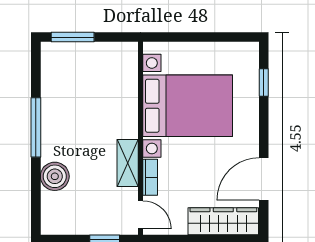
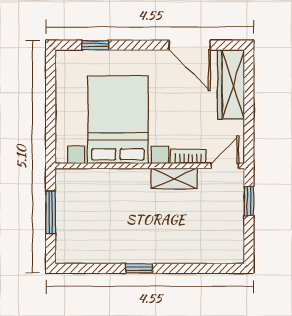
window: (73, 37) -> (51, 212), moved
window: (36, 127) -> (139, 268), width x0.46
boiler: (55, 176) -> (187, 250), removed

